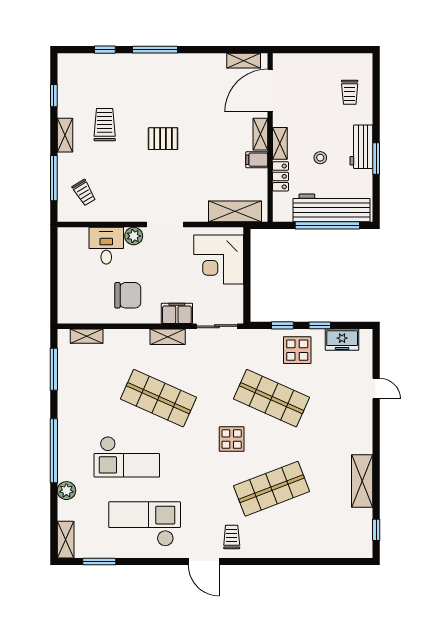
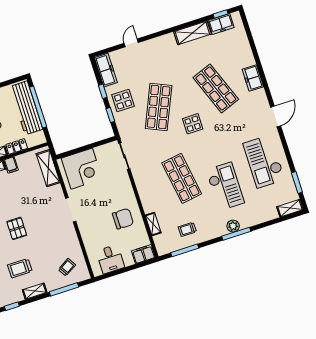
plant: (134, 236) -> (84, 227), removed
desk: (106, 246) -> (110, 259), moved, turned -90
chair: (128, 295) -> (123, 219), turned 90
filing cabinet: (177, 313) -> (143, 254), moved, turned 90
shelving: (87, 336) -> (153, 224), moved
shelving: (168, 337) -> (141, 185), removed
freezer: (342, 340) -> (106, 70), width x1.40
shop shelf: (158, 398) -> (182, 178), turned -33
window: (54, 451) -> (236, 234), width x0.68
plant: (66, 491) -> (233, 226), moved
freezer: (361, 526) -> (221, 24), added
trolley: (232, 537) -> (187, 229), moved
freezer: (269, 547) -> (253, 78), added

